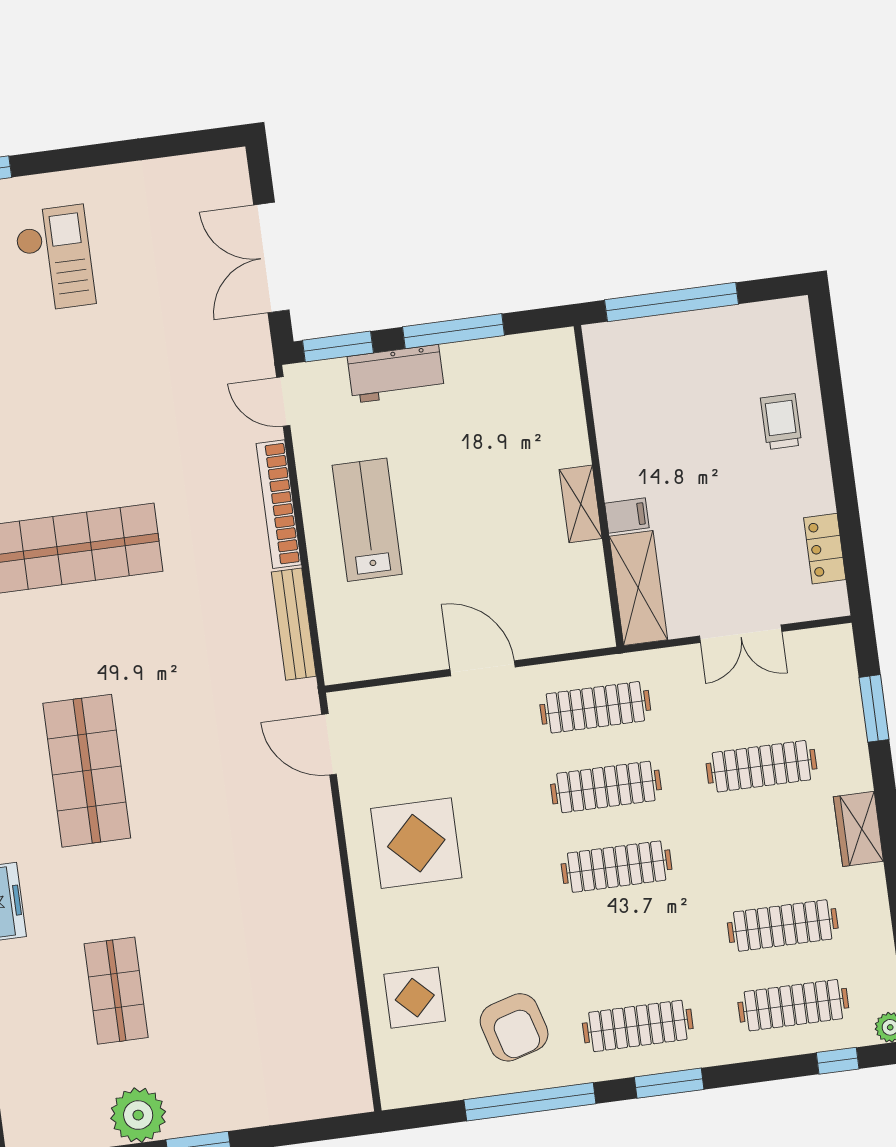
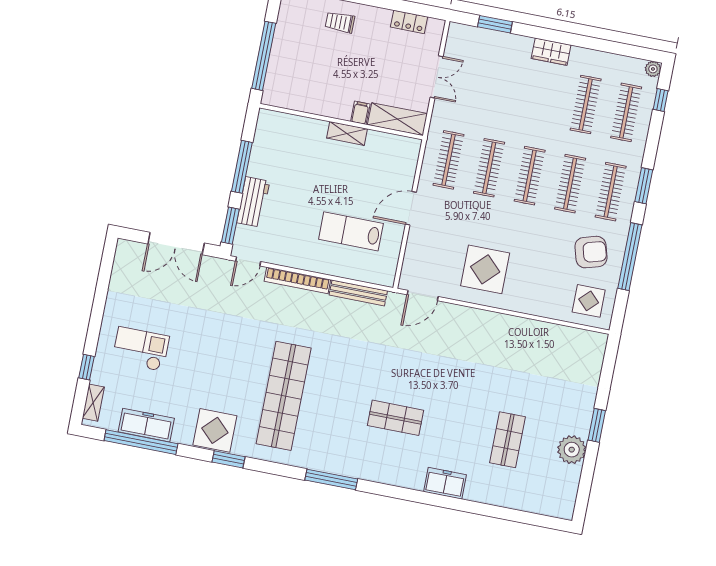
lab bench: (367, 520) -> (351, 231), moved
clothes rail: (761, 766) -> (570, 184), moved
shop shelf: (87, 771) -> (396, 418), width x0.70, depth x0.74
shop shelf: (116, 991) -> (508, 440), turned 90
display table: (415, 998) -> (589, 301), moved

